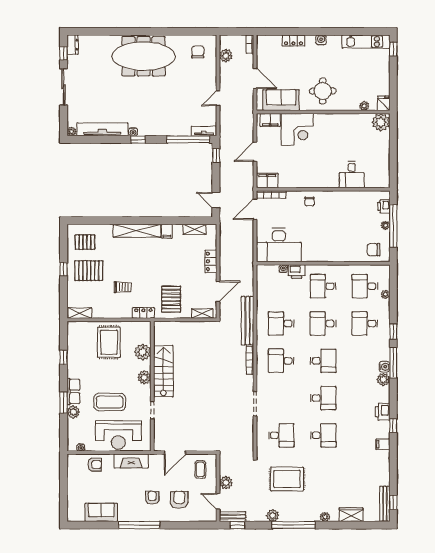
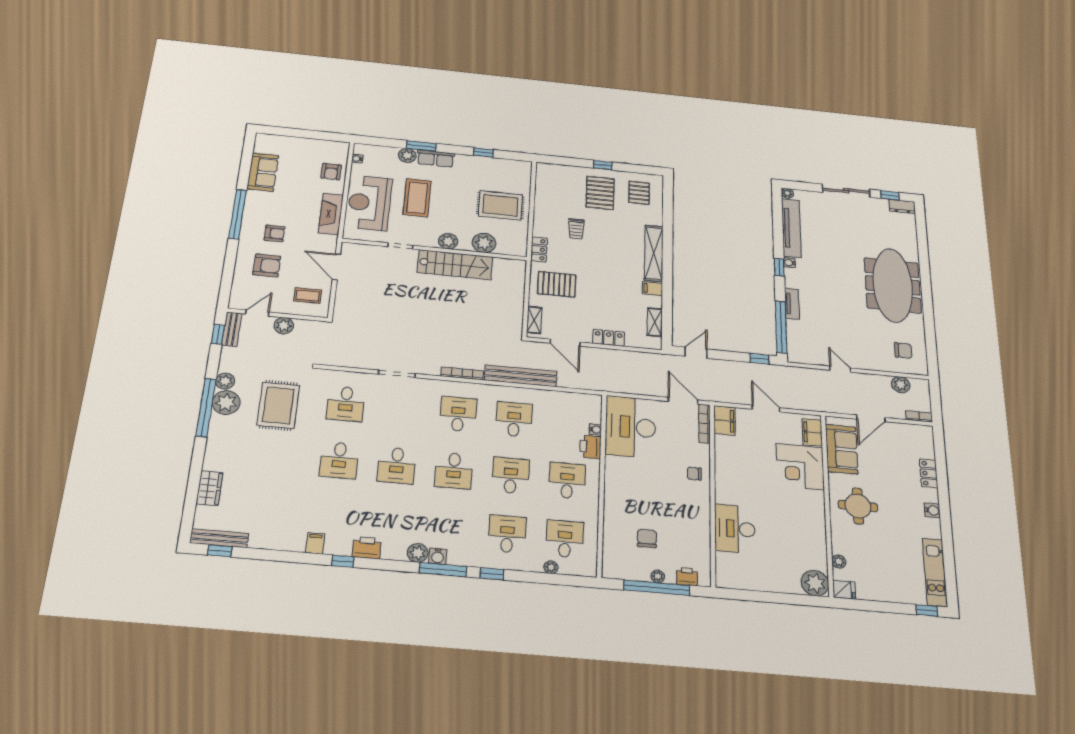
tv unit: (204, 131) -> (792, 304), moved
desk: (352, 175) -> (735, 529), width x1.37
chair: (374, 250) -> (647, 538), moved
shelving: (80, 313) -> (543, 177), removed
plant: (325, 517) -> (226, 403), moved, width x1.87, depth x1.87

